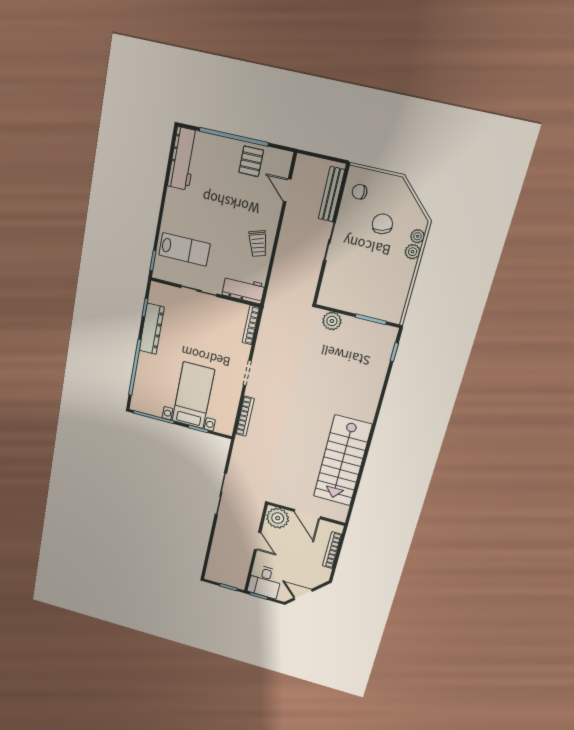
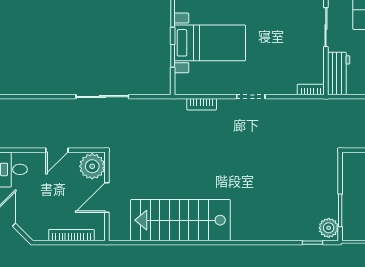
plant: (332, 321) -> (329, 228), moved
bookcase: (251, 325) -> (311, 89), width x0.64
bookcase: (245, 416) -> (202, 104), width x0.64

